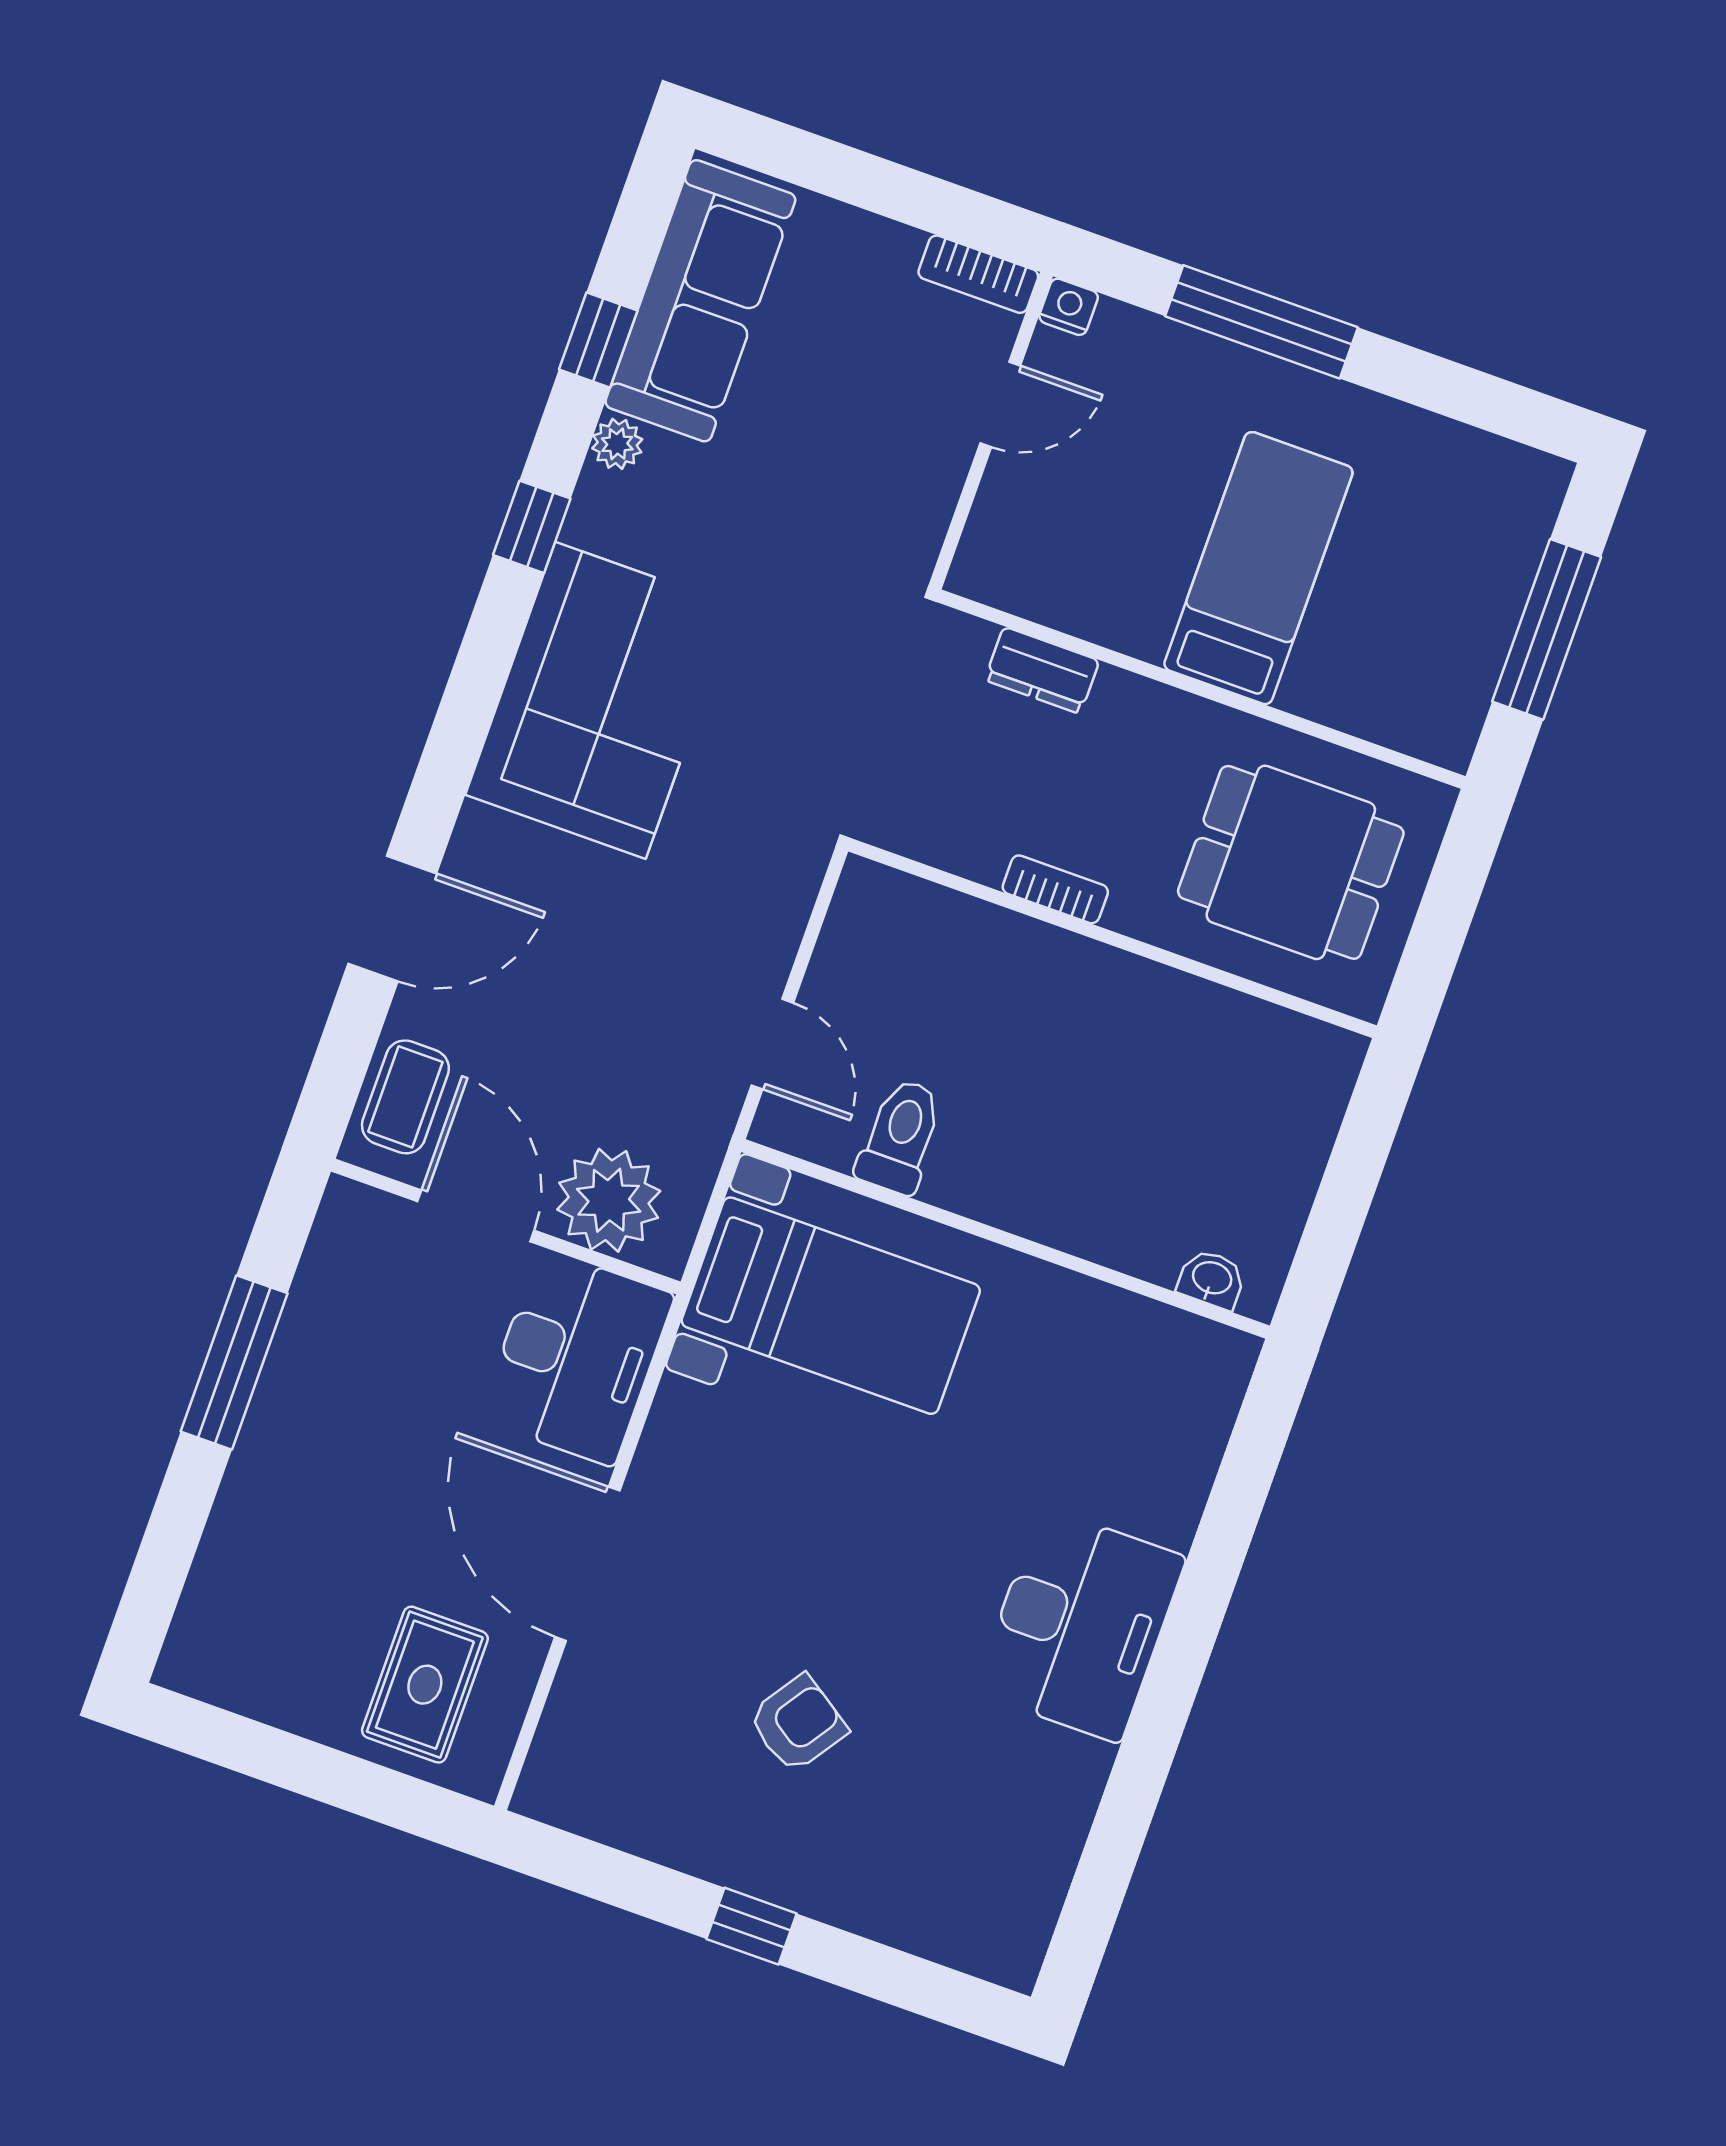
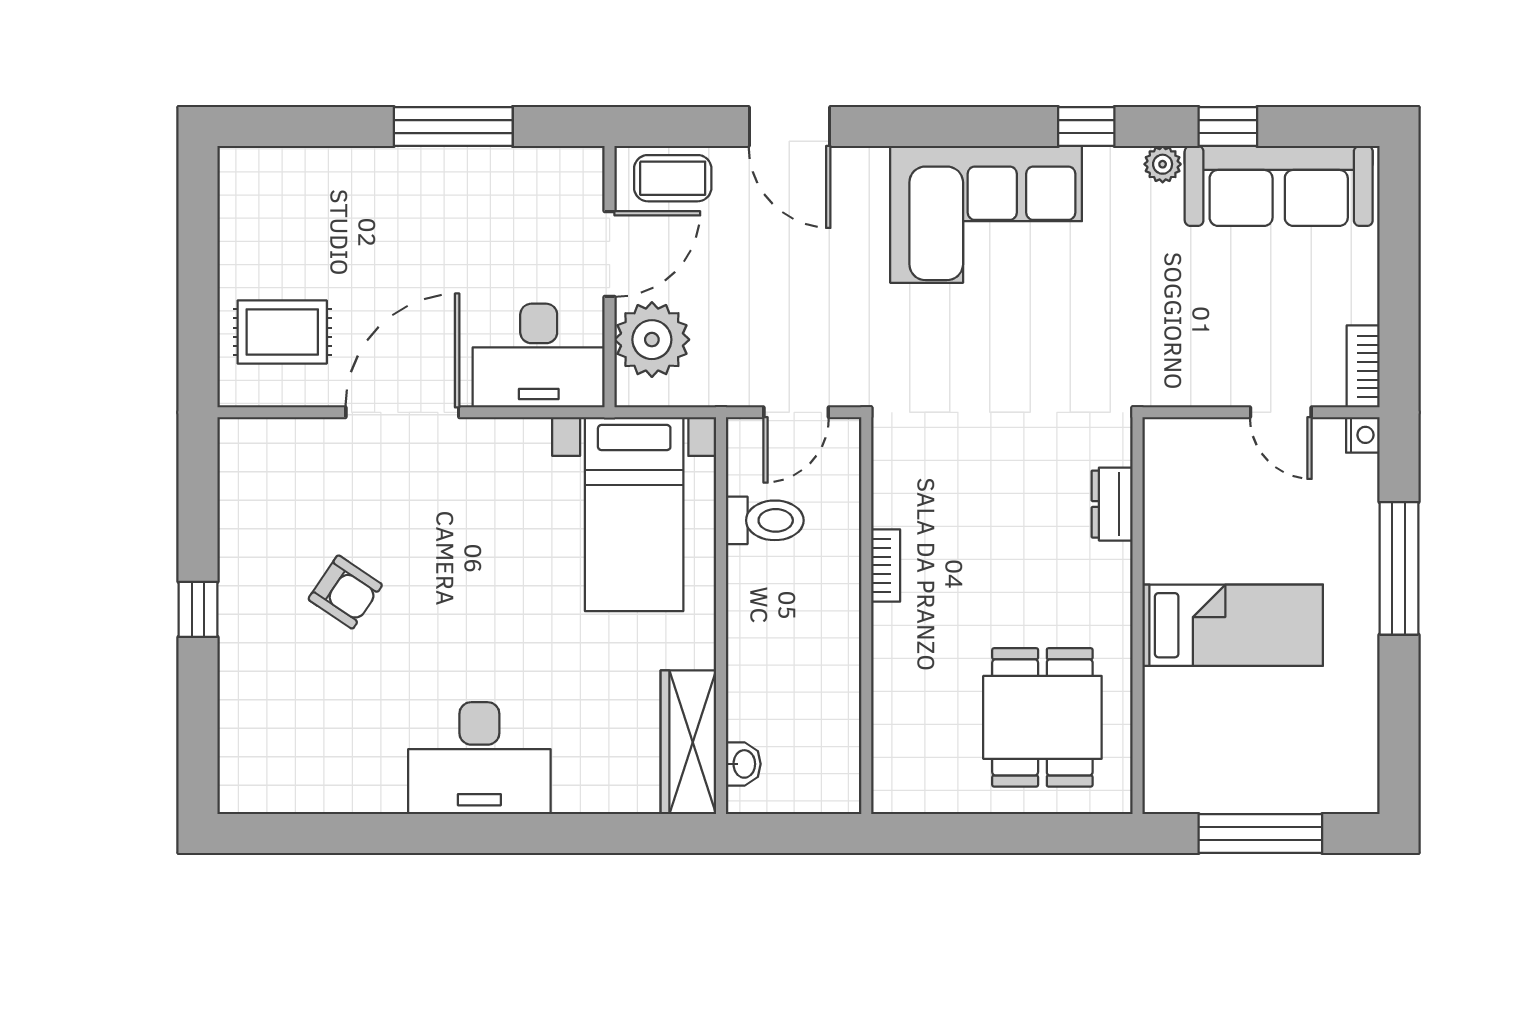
bookcase: (1055, 889) -> (886, 565), moved
wall: (1112, 938) -> (866, 616), moved
wardrobe: (1157, 1341) -> (688, 742), added

